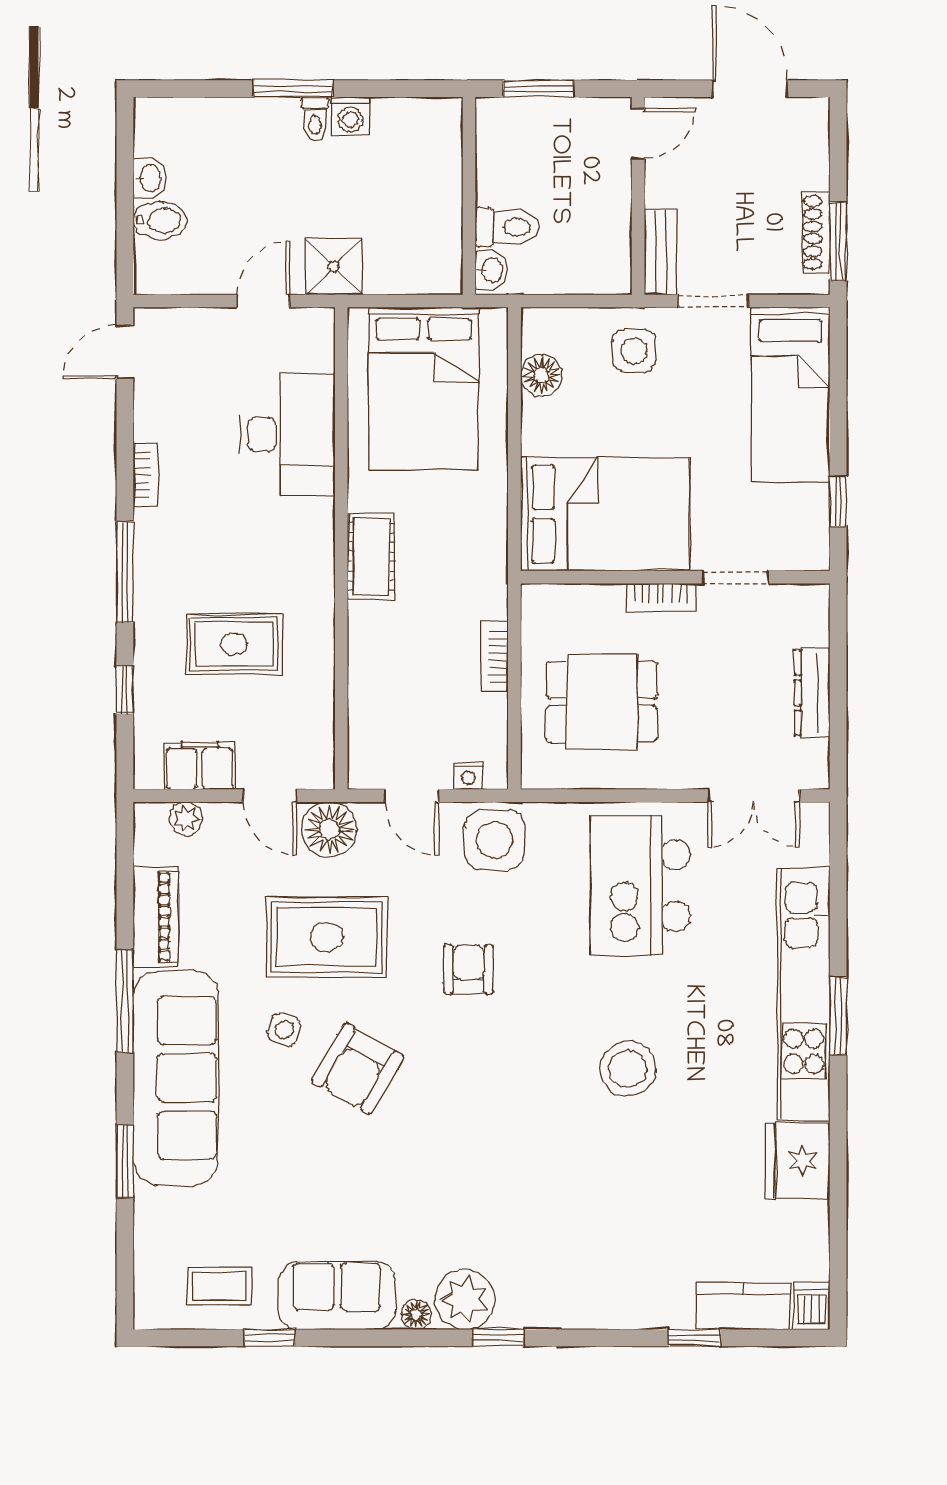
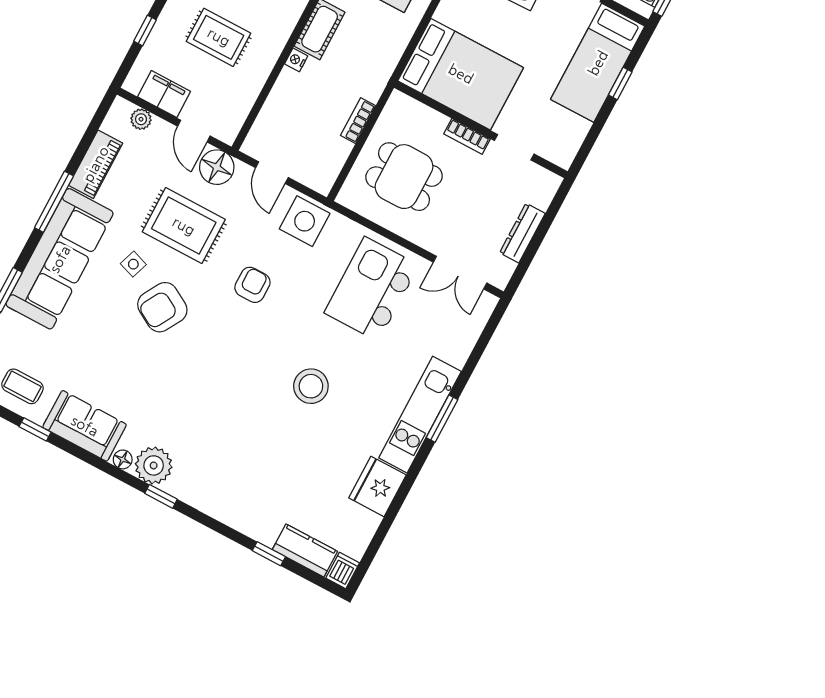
window: (838, 501) -> (620, 83), moved
nightstand: (469, 776) -> (296, 60), moved, turned 90
kitchen unit: (804, 993) -> (420, 415), width x0.73

